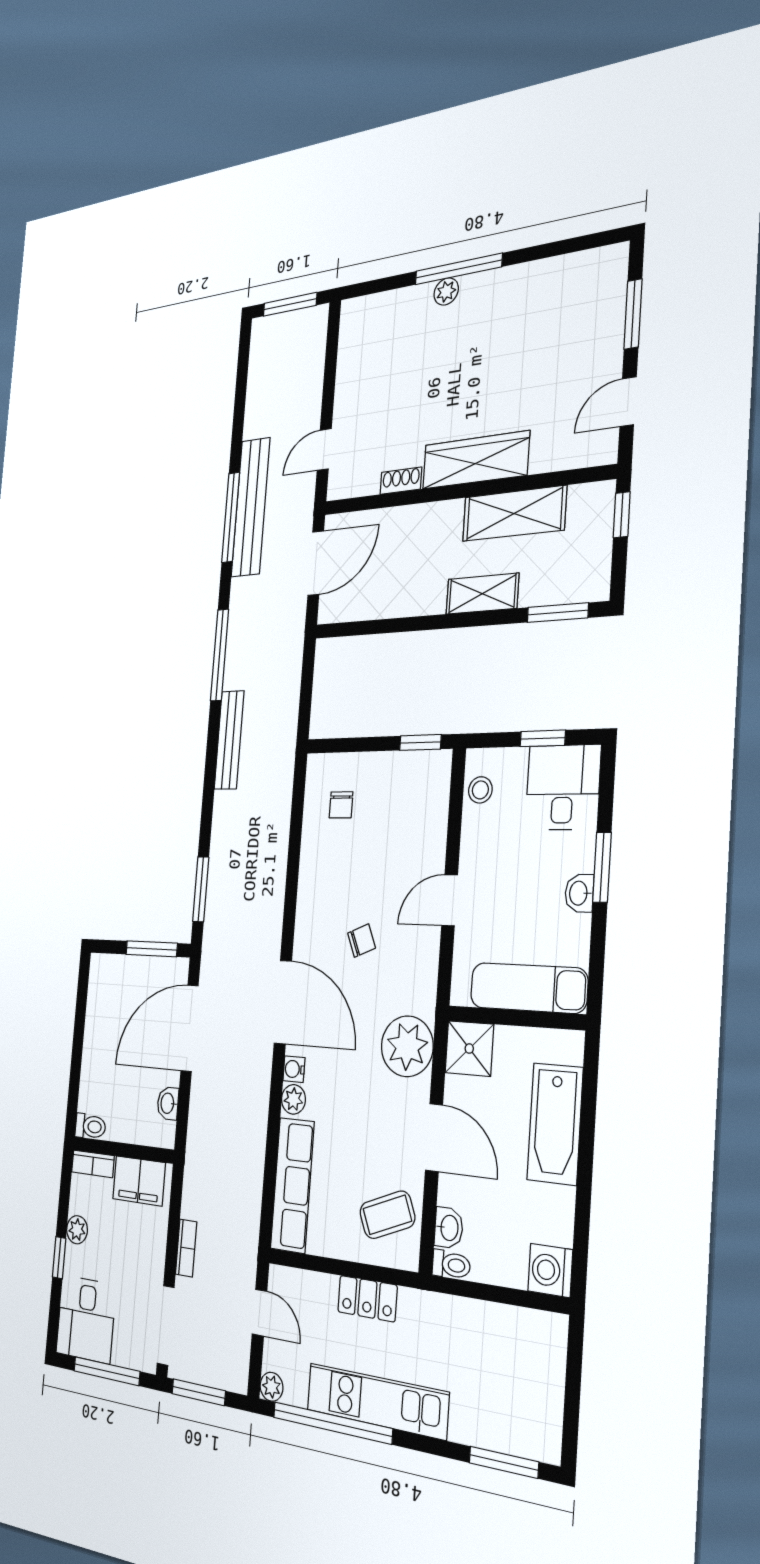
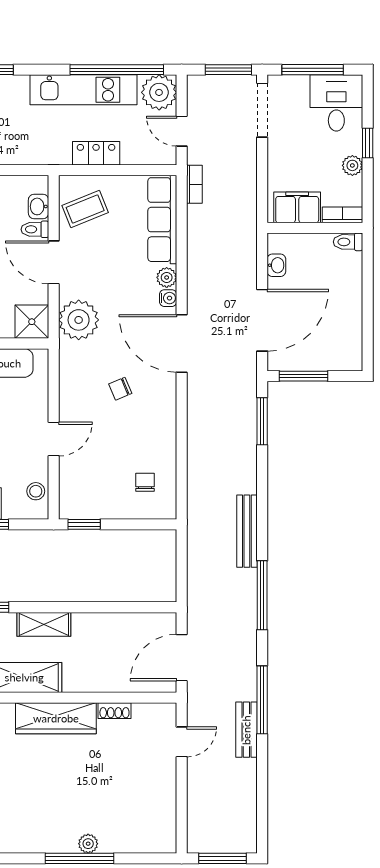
bench: (251, 507) -> (246, 730), width x0.54, depth x0.82
door: (450, 900) -> (54, 439), moved
bookcase: (186, 1248) -> (194, 184), moved, turned 180
toilet: (451, 1265) -> (35, 229), moved
plant: (271, 1387) -> (159, 92), width x1.88, depth x1.88

